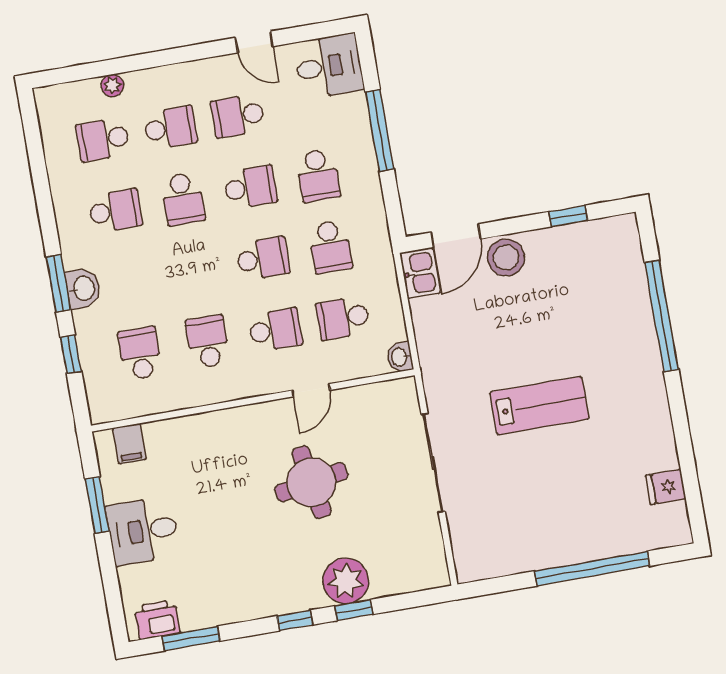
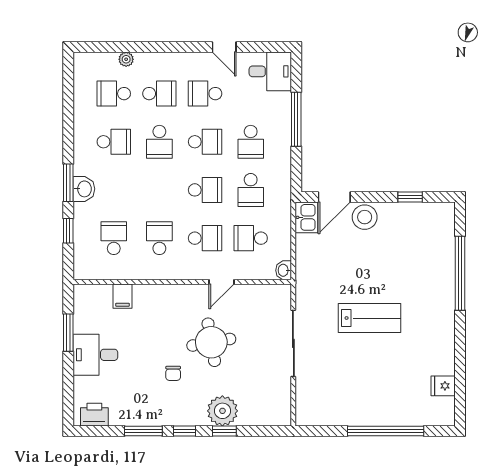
filing cabinet: (129, 444) -> (123, 296), moved
chair: (263, 538) -> (173, 373), added
window: (191, 639) -> (143, 431), moved

